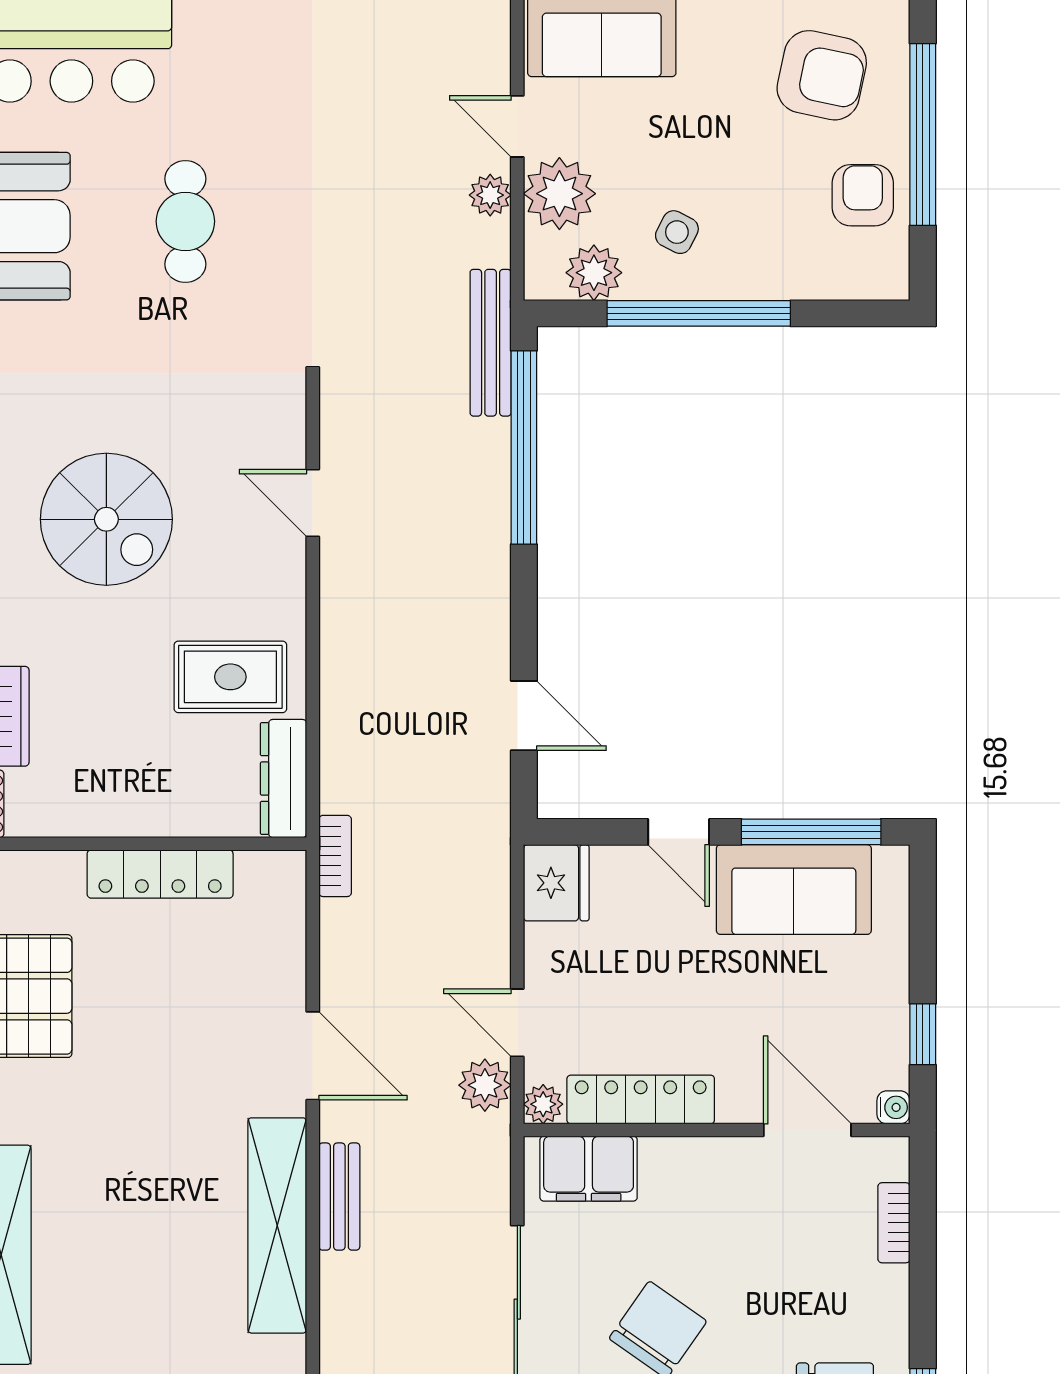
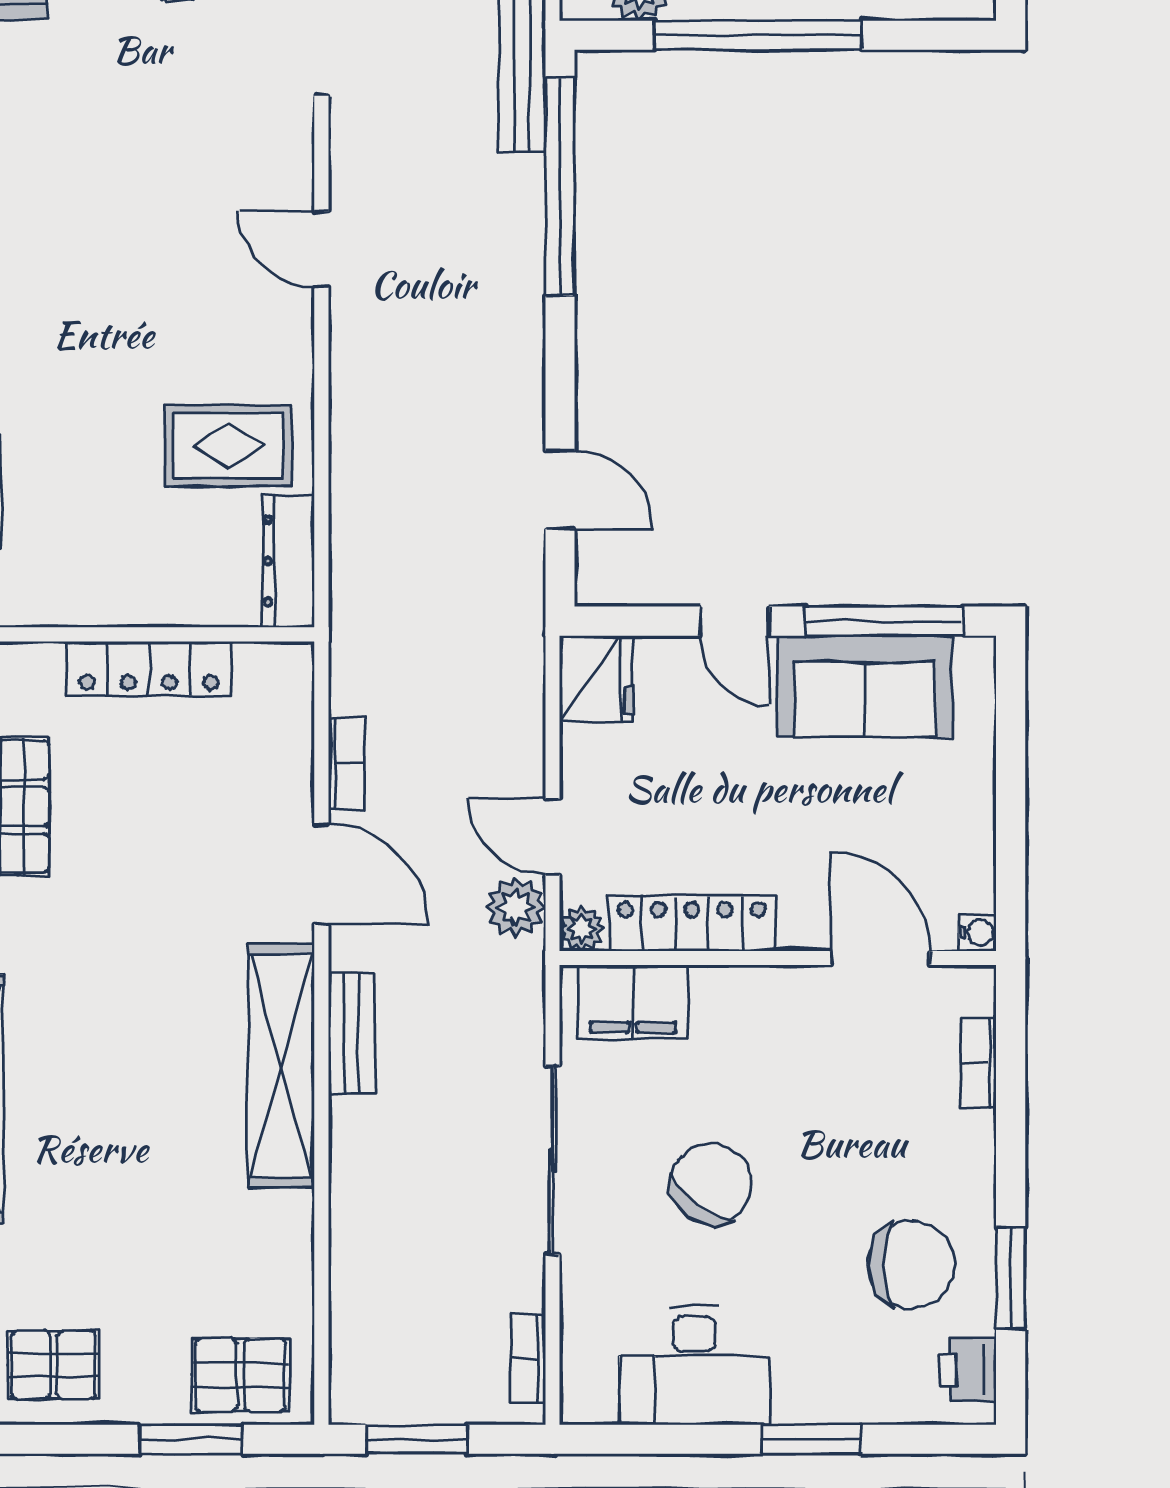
spiral stairs: (106, 519) -> (88, 268), removed
bookcase: (335, 856) -> (347, 763), moved
window: (923, 1034) -> (1011, 850), removed

